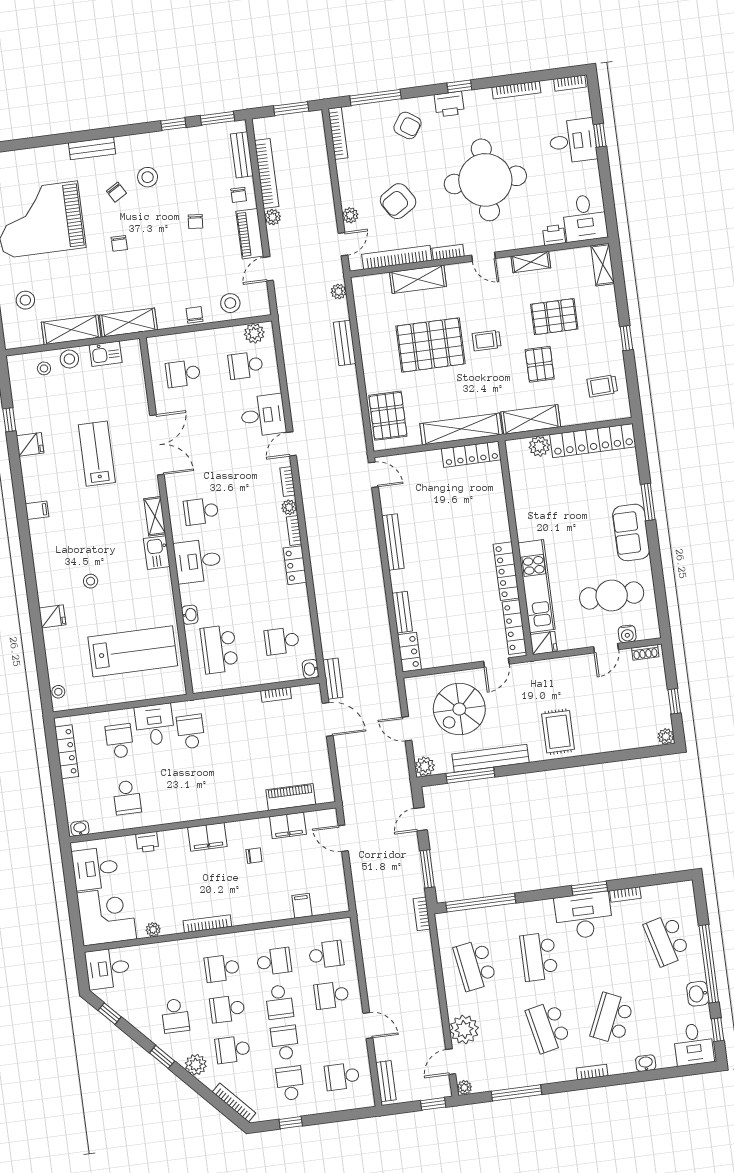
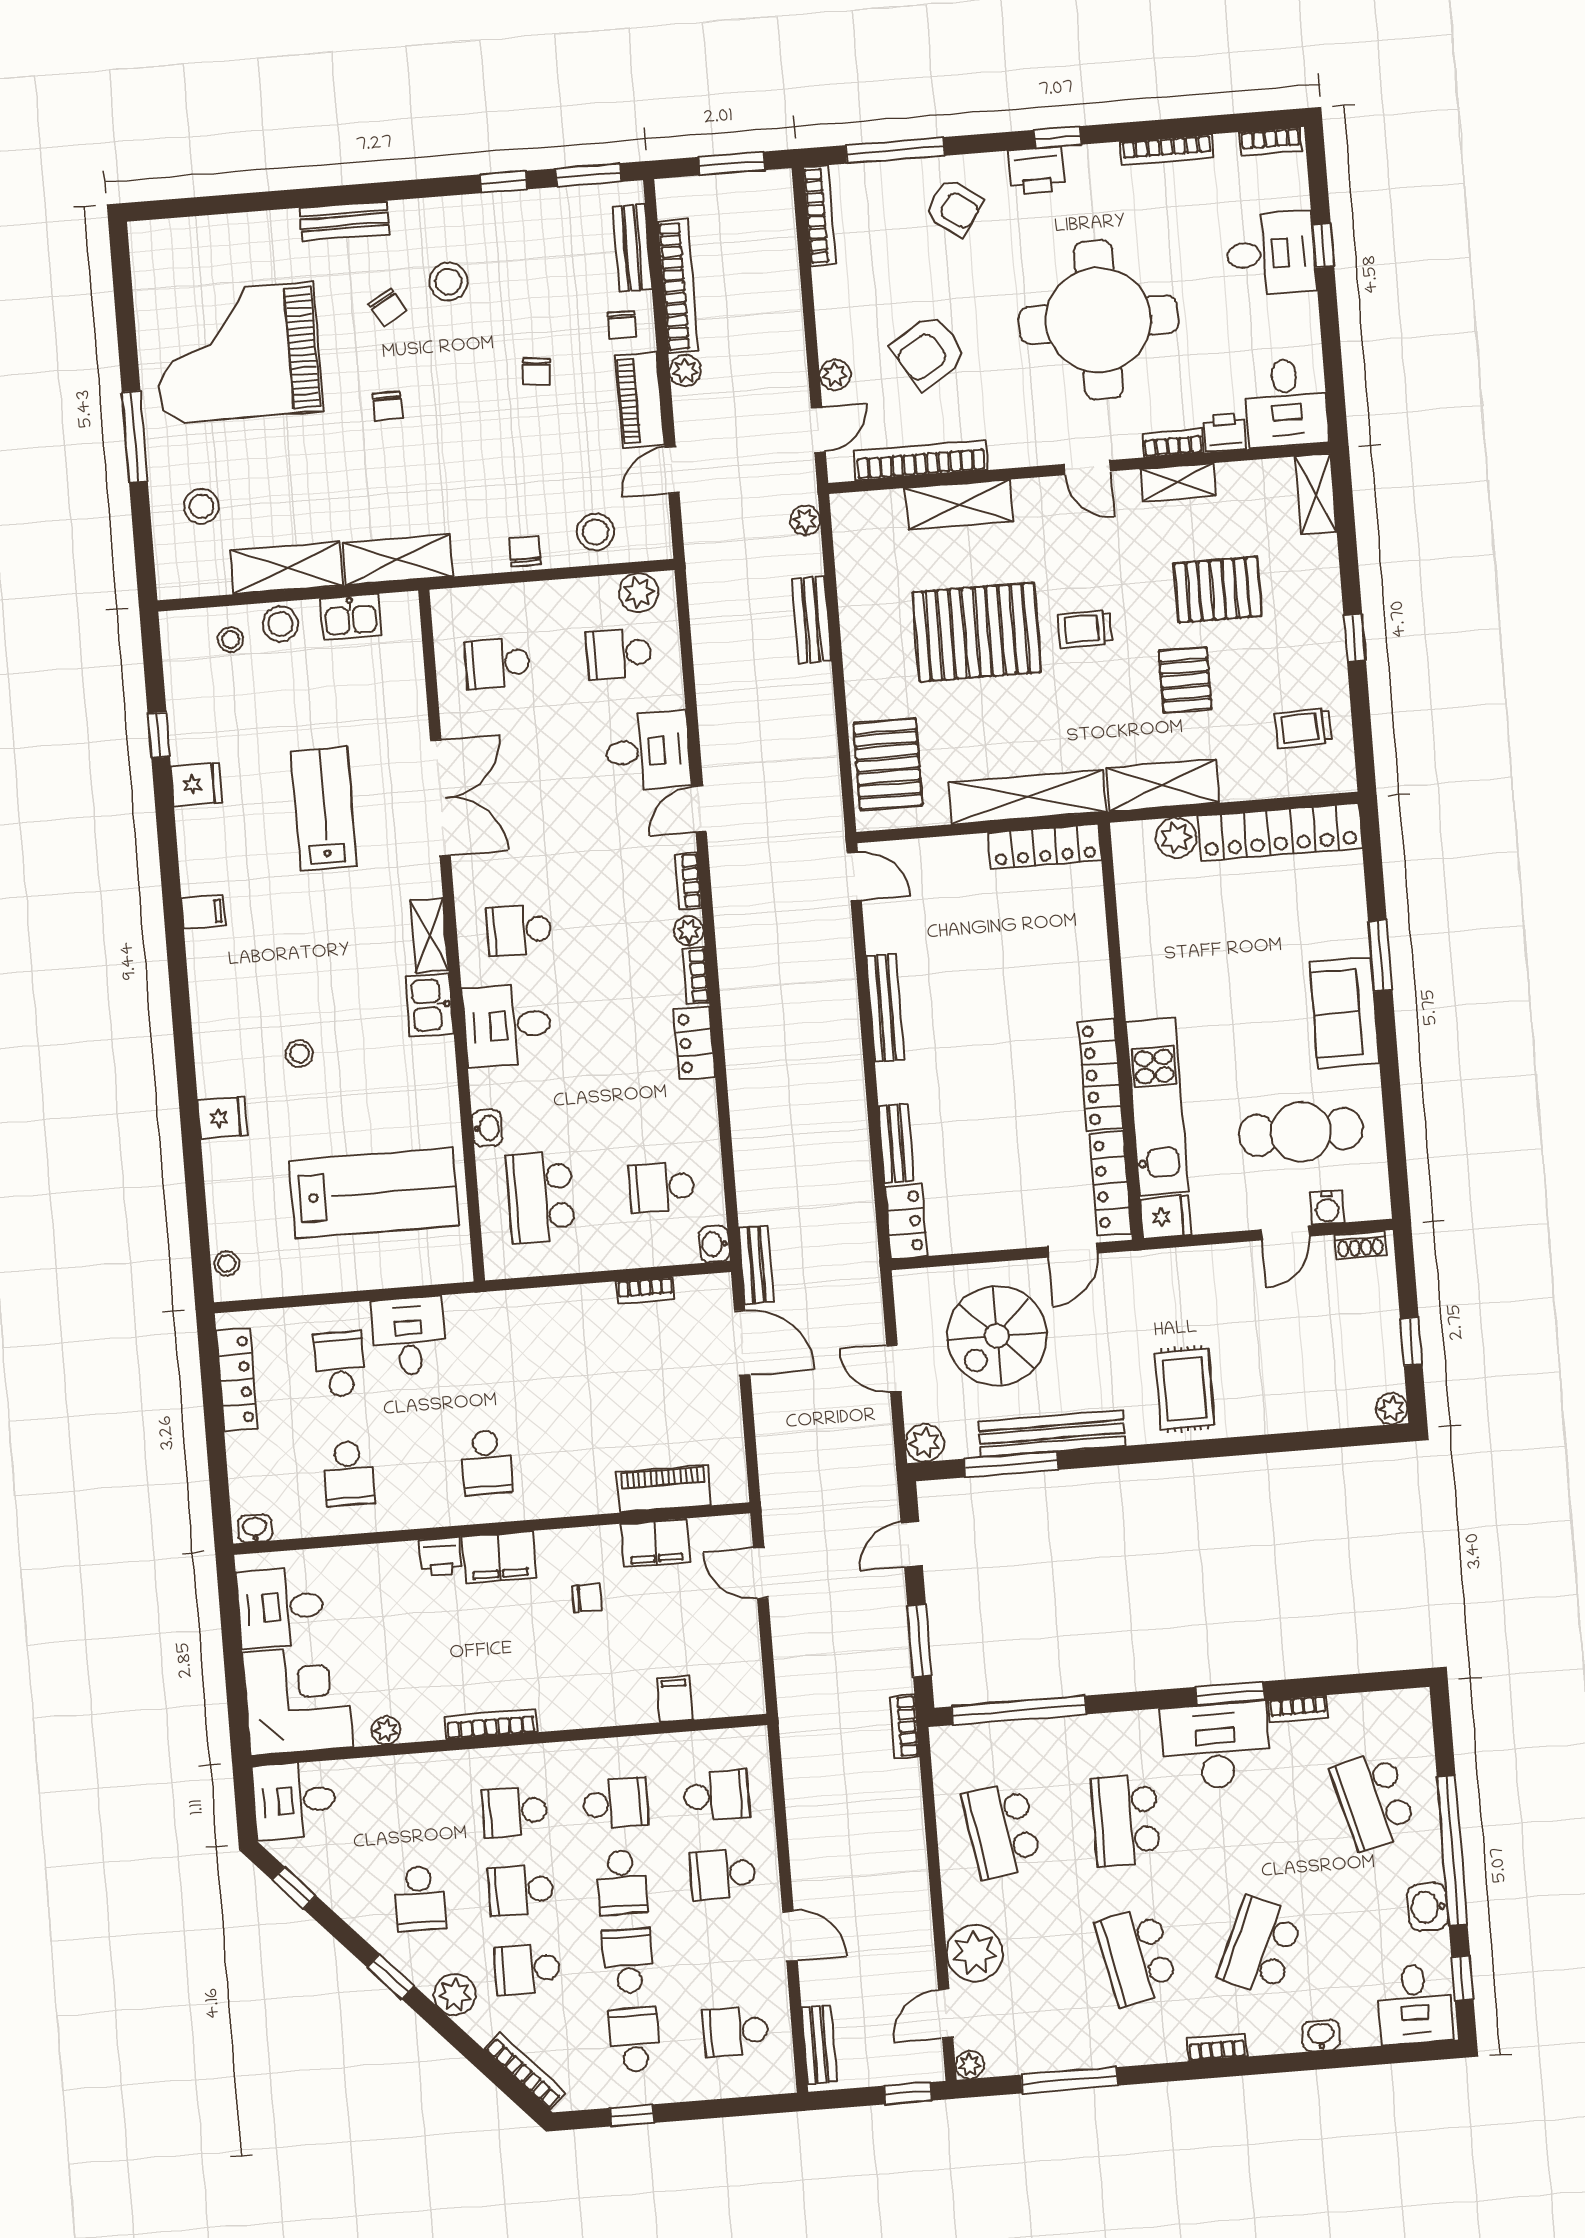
bookcase: (448, 252) -> (1173, 443), moved
school desk: (191, 732) -> (486, 1463), moved, turned 180
printer: (147, 842) -> (441, 1557), moved

